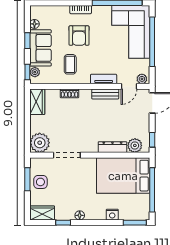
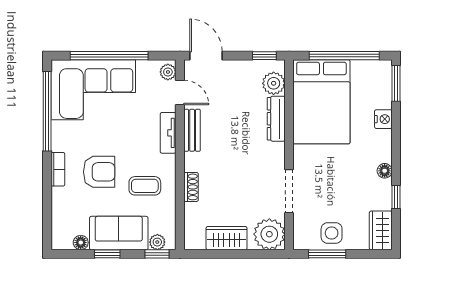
wardrobe: (37, 102) -> (227, 238), moved

